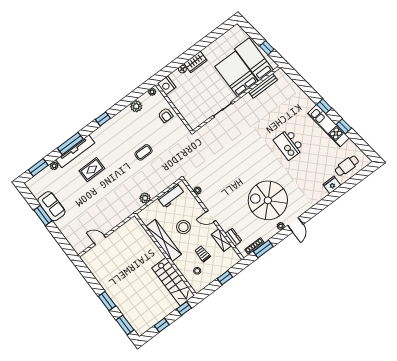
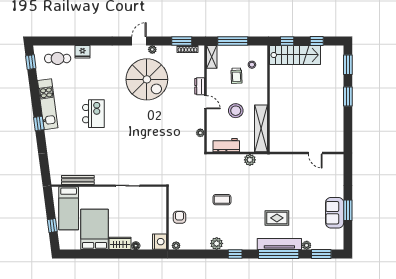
window: (267, 48) -> (52, 226), moved
bed: (236, 74) -> (95, 229), moved, turned 180
plant: (136, 106) -> (217, 243), moved
window: (344, 126) -> (31, 62), moved
window: (70, 143) -> (279, 254), width x1.46
dresser: (233, 237) -> (200, 86), moved
shelving: (164, 240) -> (261, 128), moved
shelving: (221, 240) -> (212, 57), moved
window: (225, 278) -> (233, 41), width x2.17
stairs: (173, 282) -> (295, 55), moved, turned 90

